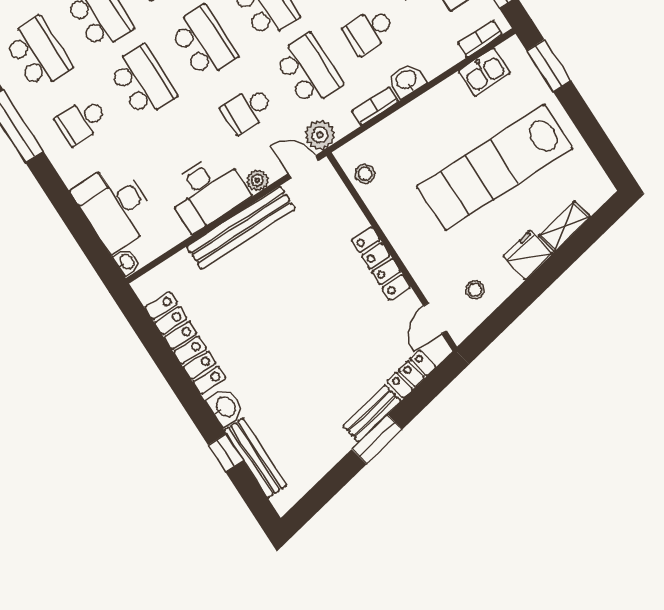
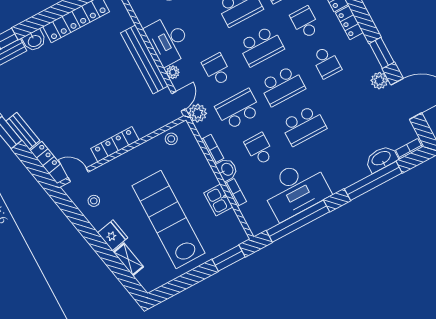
bookcase: (480, 39) -> (236, 193), moved
school desk: (308, 70) -> (238, 109), turned 180
kitchen sink: (484, 72) -> (218, 200), moved

